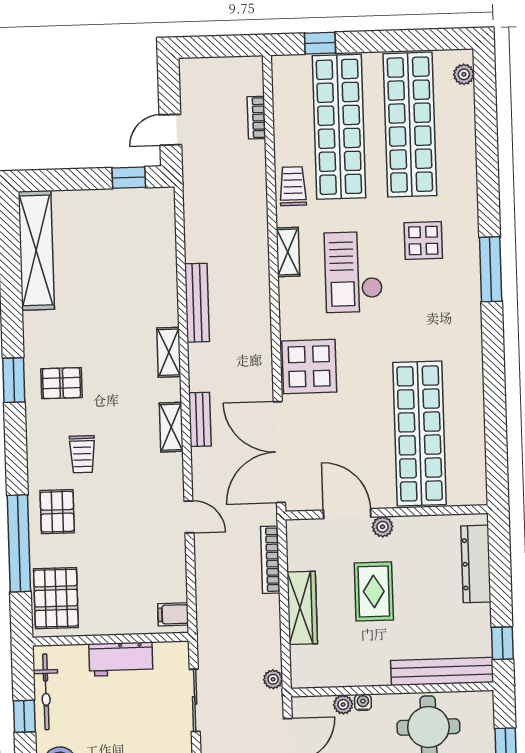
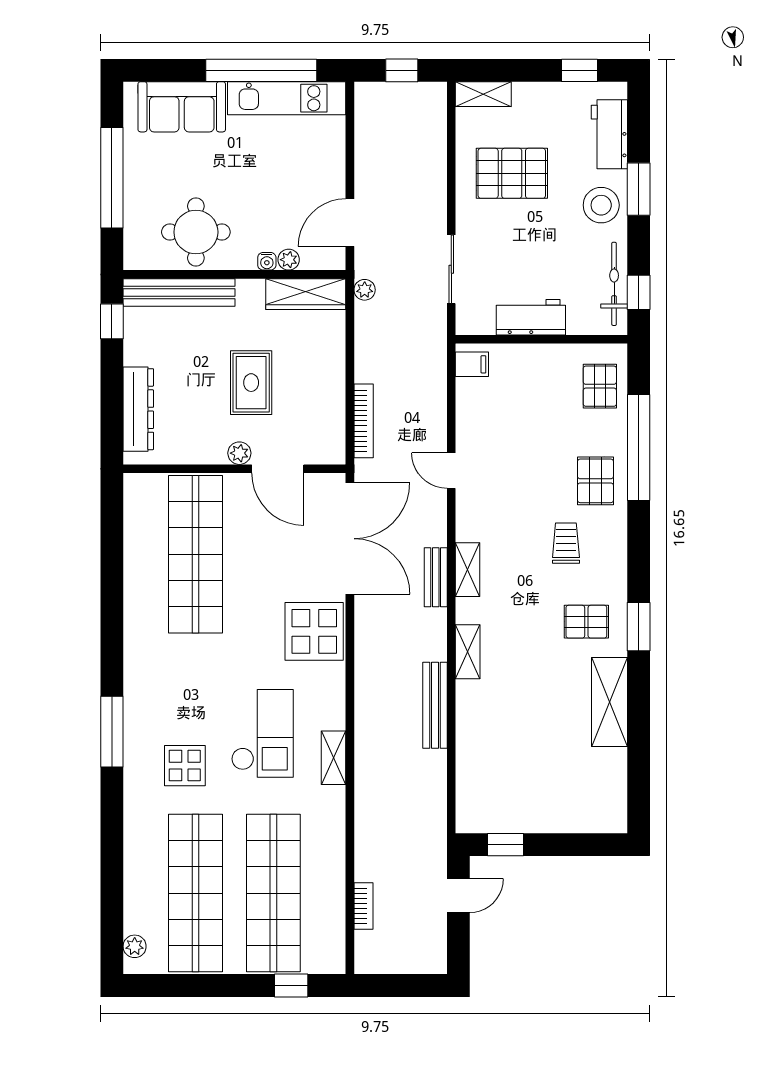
trolley: (293, 186) -> (326, 830), removed
shelving: (36, 250) -> (609, 702), moved, width x0.68
pallet: (56, 598) -> (600, 386), width x0.67, depth x0.71
wardrobe: (302, 608) -> (306, 294), moved, turned -90
window: (24, 716) -> (639, 292), moved

